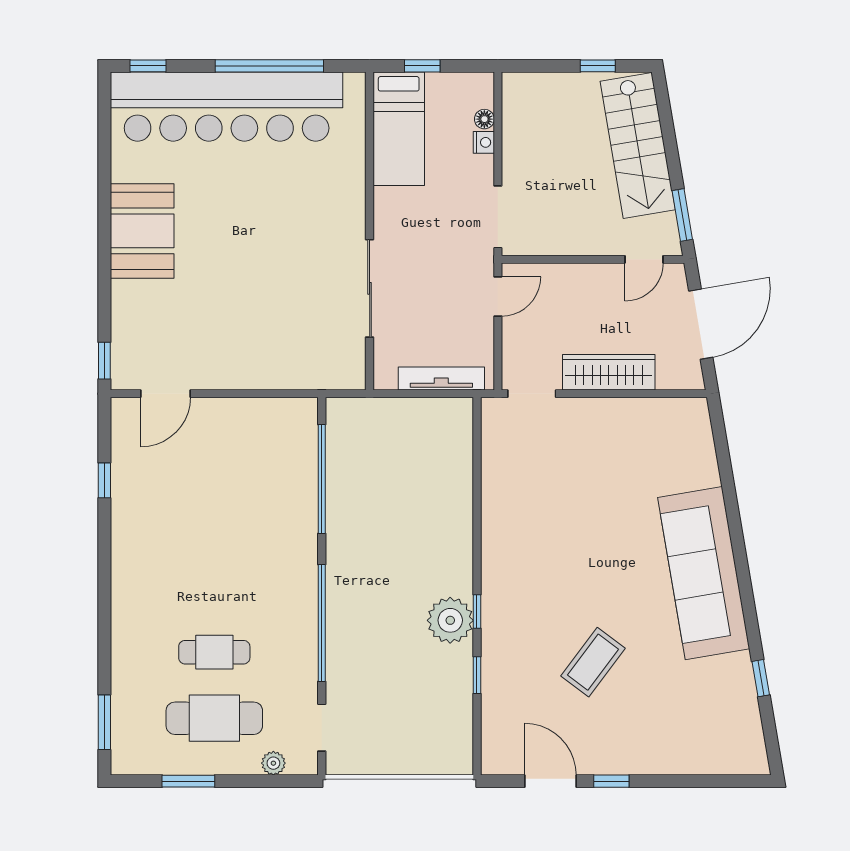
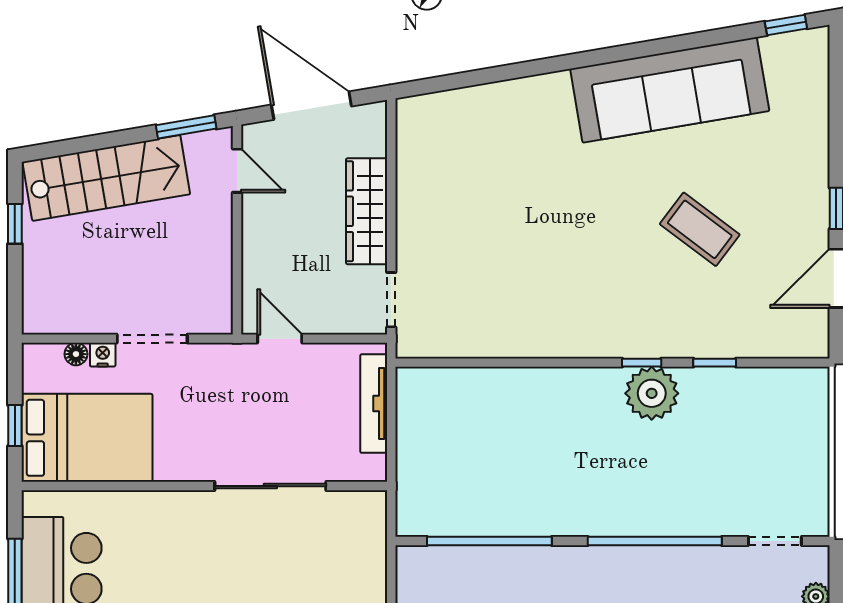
bed: (399, 129) -> (87, 438), width x1.50
doorway: (498, 217) -> (152, 339), moved
sofa: (704, 573) -> (670, 90), moved
window: (761, 678) -> (786, 25), moved

